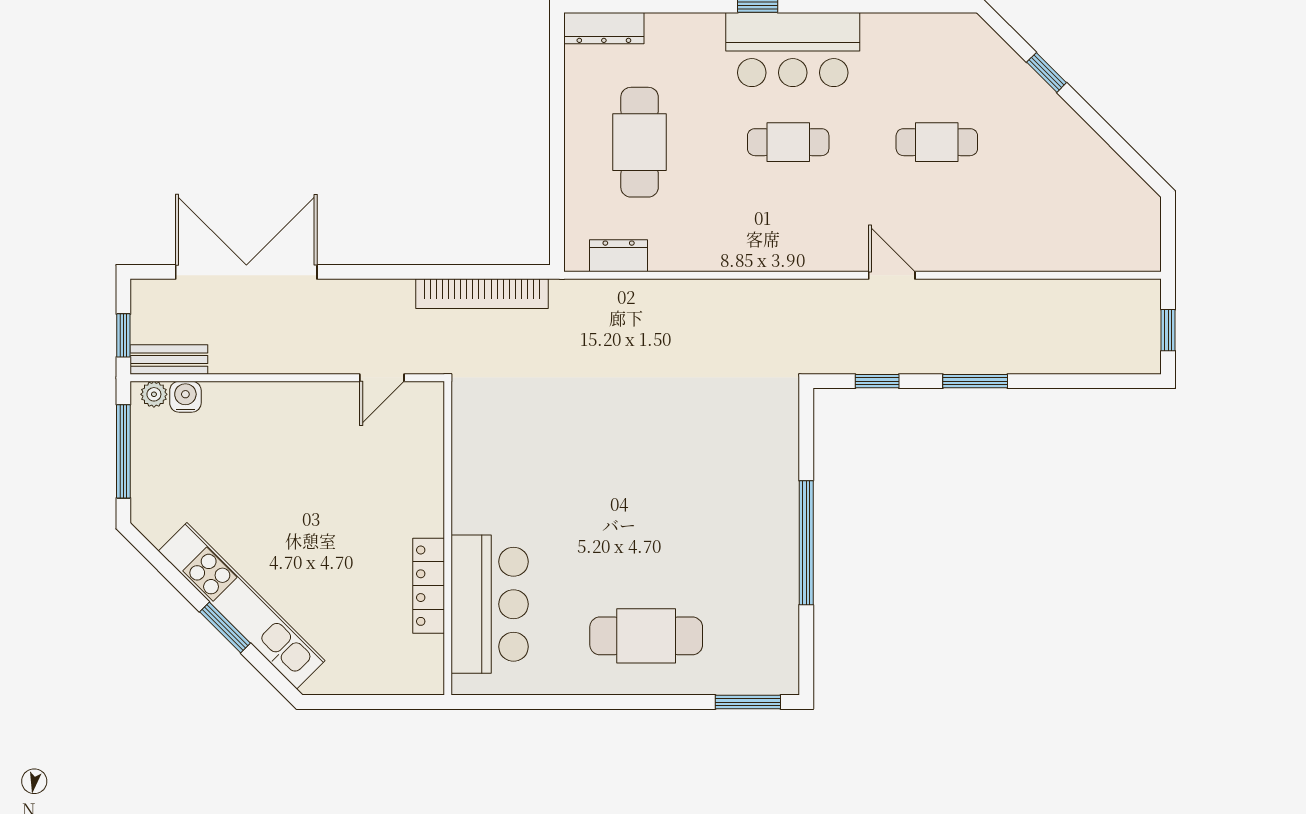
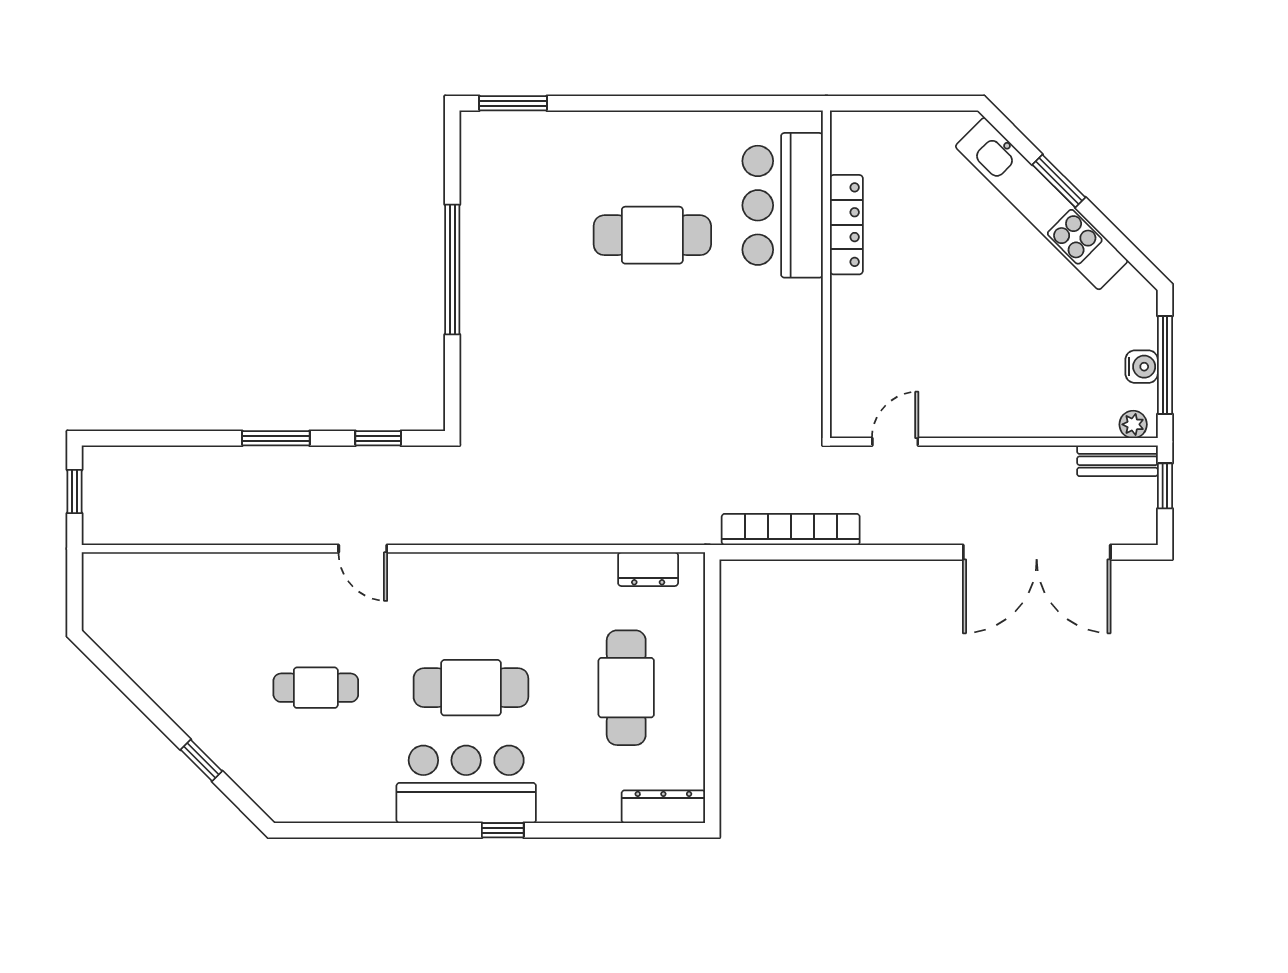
cafe table: (788, 142) -> (471, 688), width x1.37, depth x1.35
water cooler: (185, 397) -> (1142, 367), moved, turned -90
cafe table: (646, 636) -> (652, 235), moved

